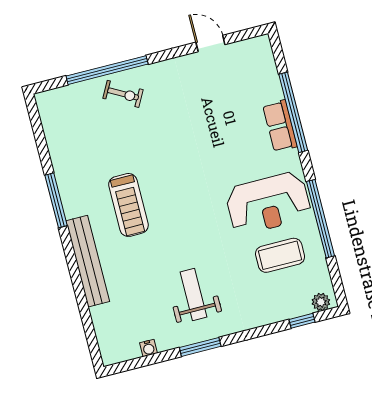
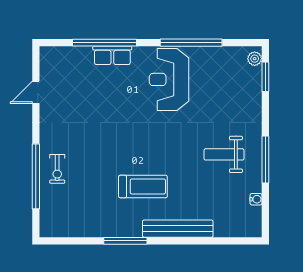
exercise bike: (123, 94) -> (57, 169), turned 151
reception desk: (268, 203) -> (169, 79), turned 180
coffee table: (280, 255) -> (211, 81), removed
window: (302, 321) -> (265, 77), width x1.50
window: (200, 347) -> (265, 160), width x1.44

